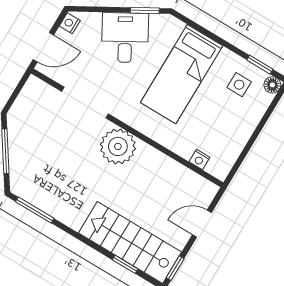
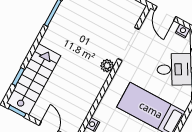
plant: (118, 146) -> (107, 66), width x0.53, depth x0.53

